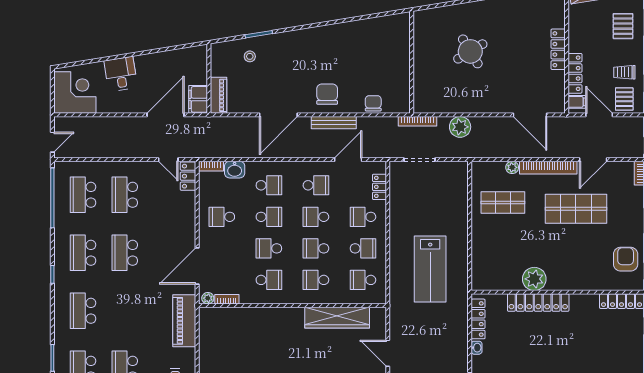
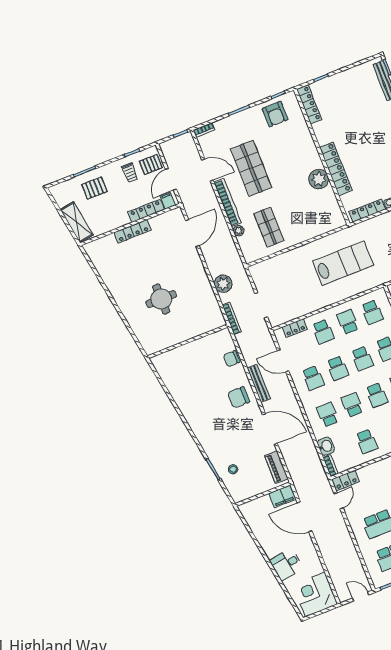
round table: (470, 51) -> (161, 299), turned 31
piano: (219, 95) -> (276, 467), moved, turned -90
school desk: (316, 185) -> (313, 378), turned 180
armchair: (626, 259) -> (275, 114), turned -90

